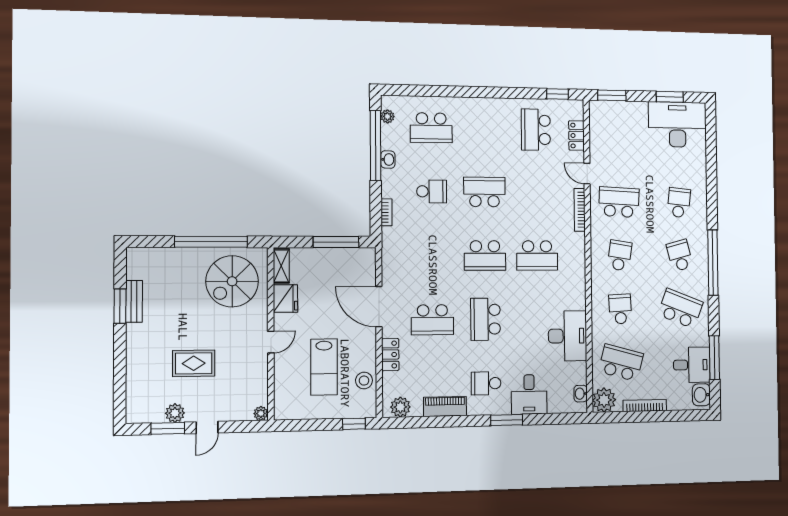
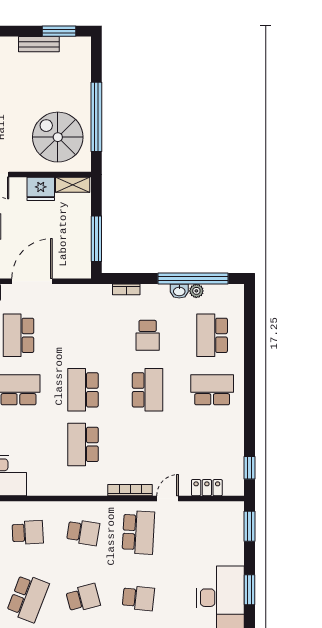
plant: (387, 116) -> (196, 291), moved
school desk: (536, 130) -> (212, 390), moved
window: (120, 306) -> (59, 31), moved

